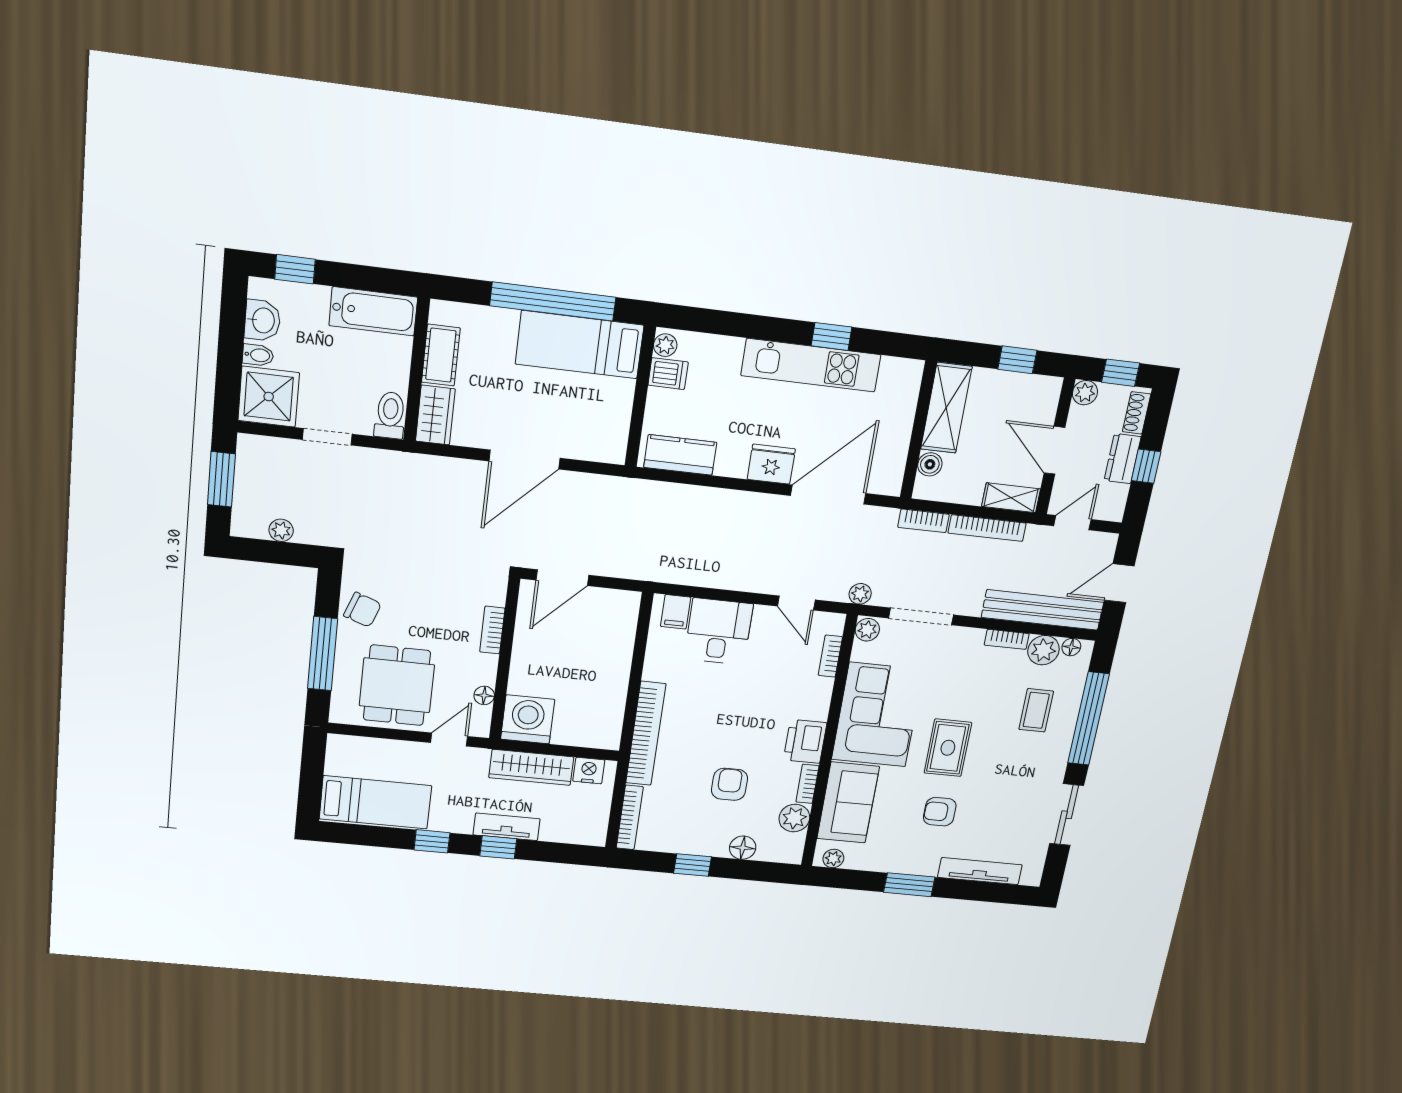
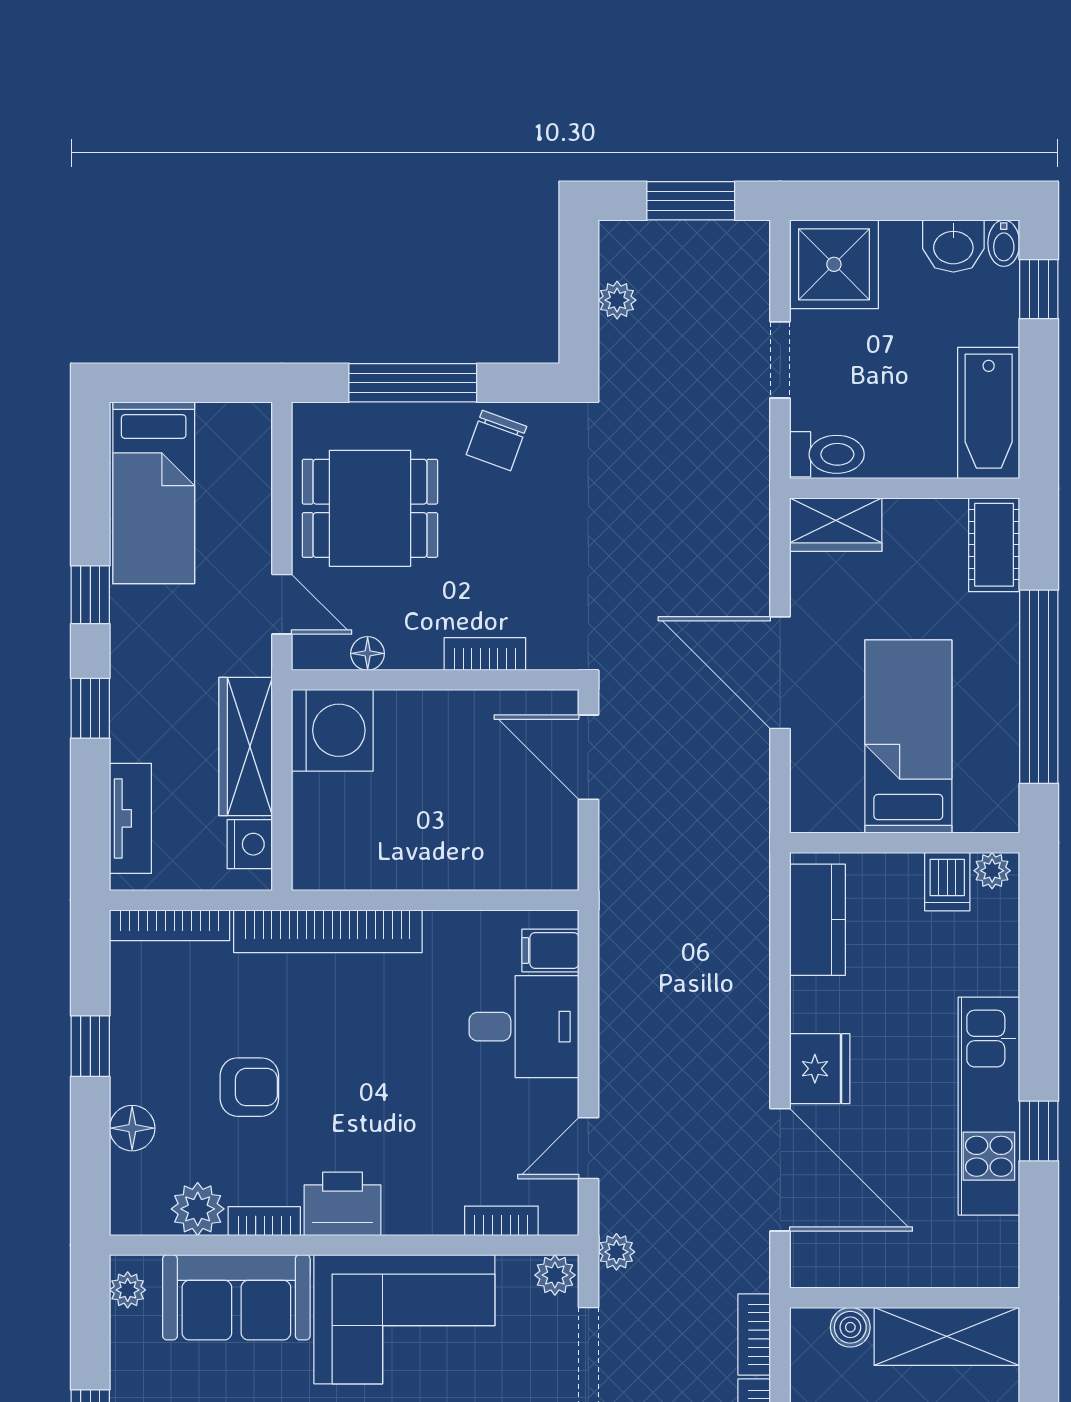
bed: (580, 345) -> (908, 737), moved
bidet: (258, 355) -> (1004, 243), moved
cot: (441, 355) -> (994, 545), moved, turned 90
tv unit: (507, 827) -> (130, 818), moved

